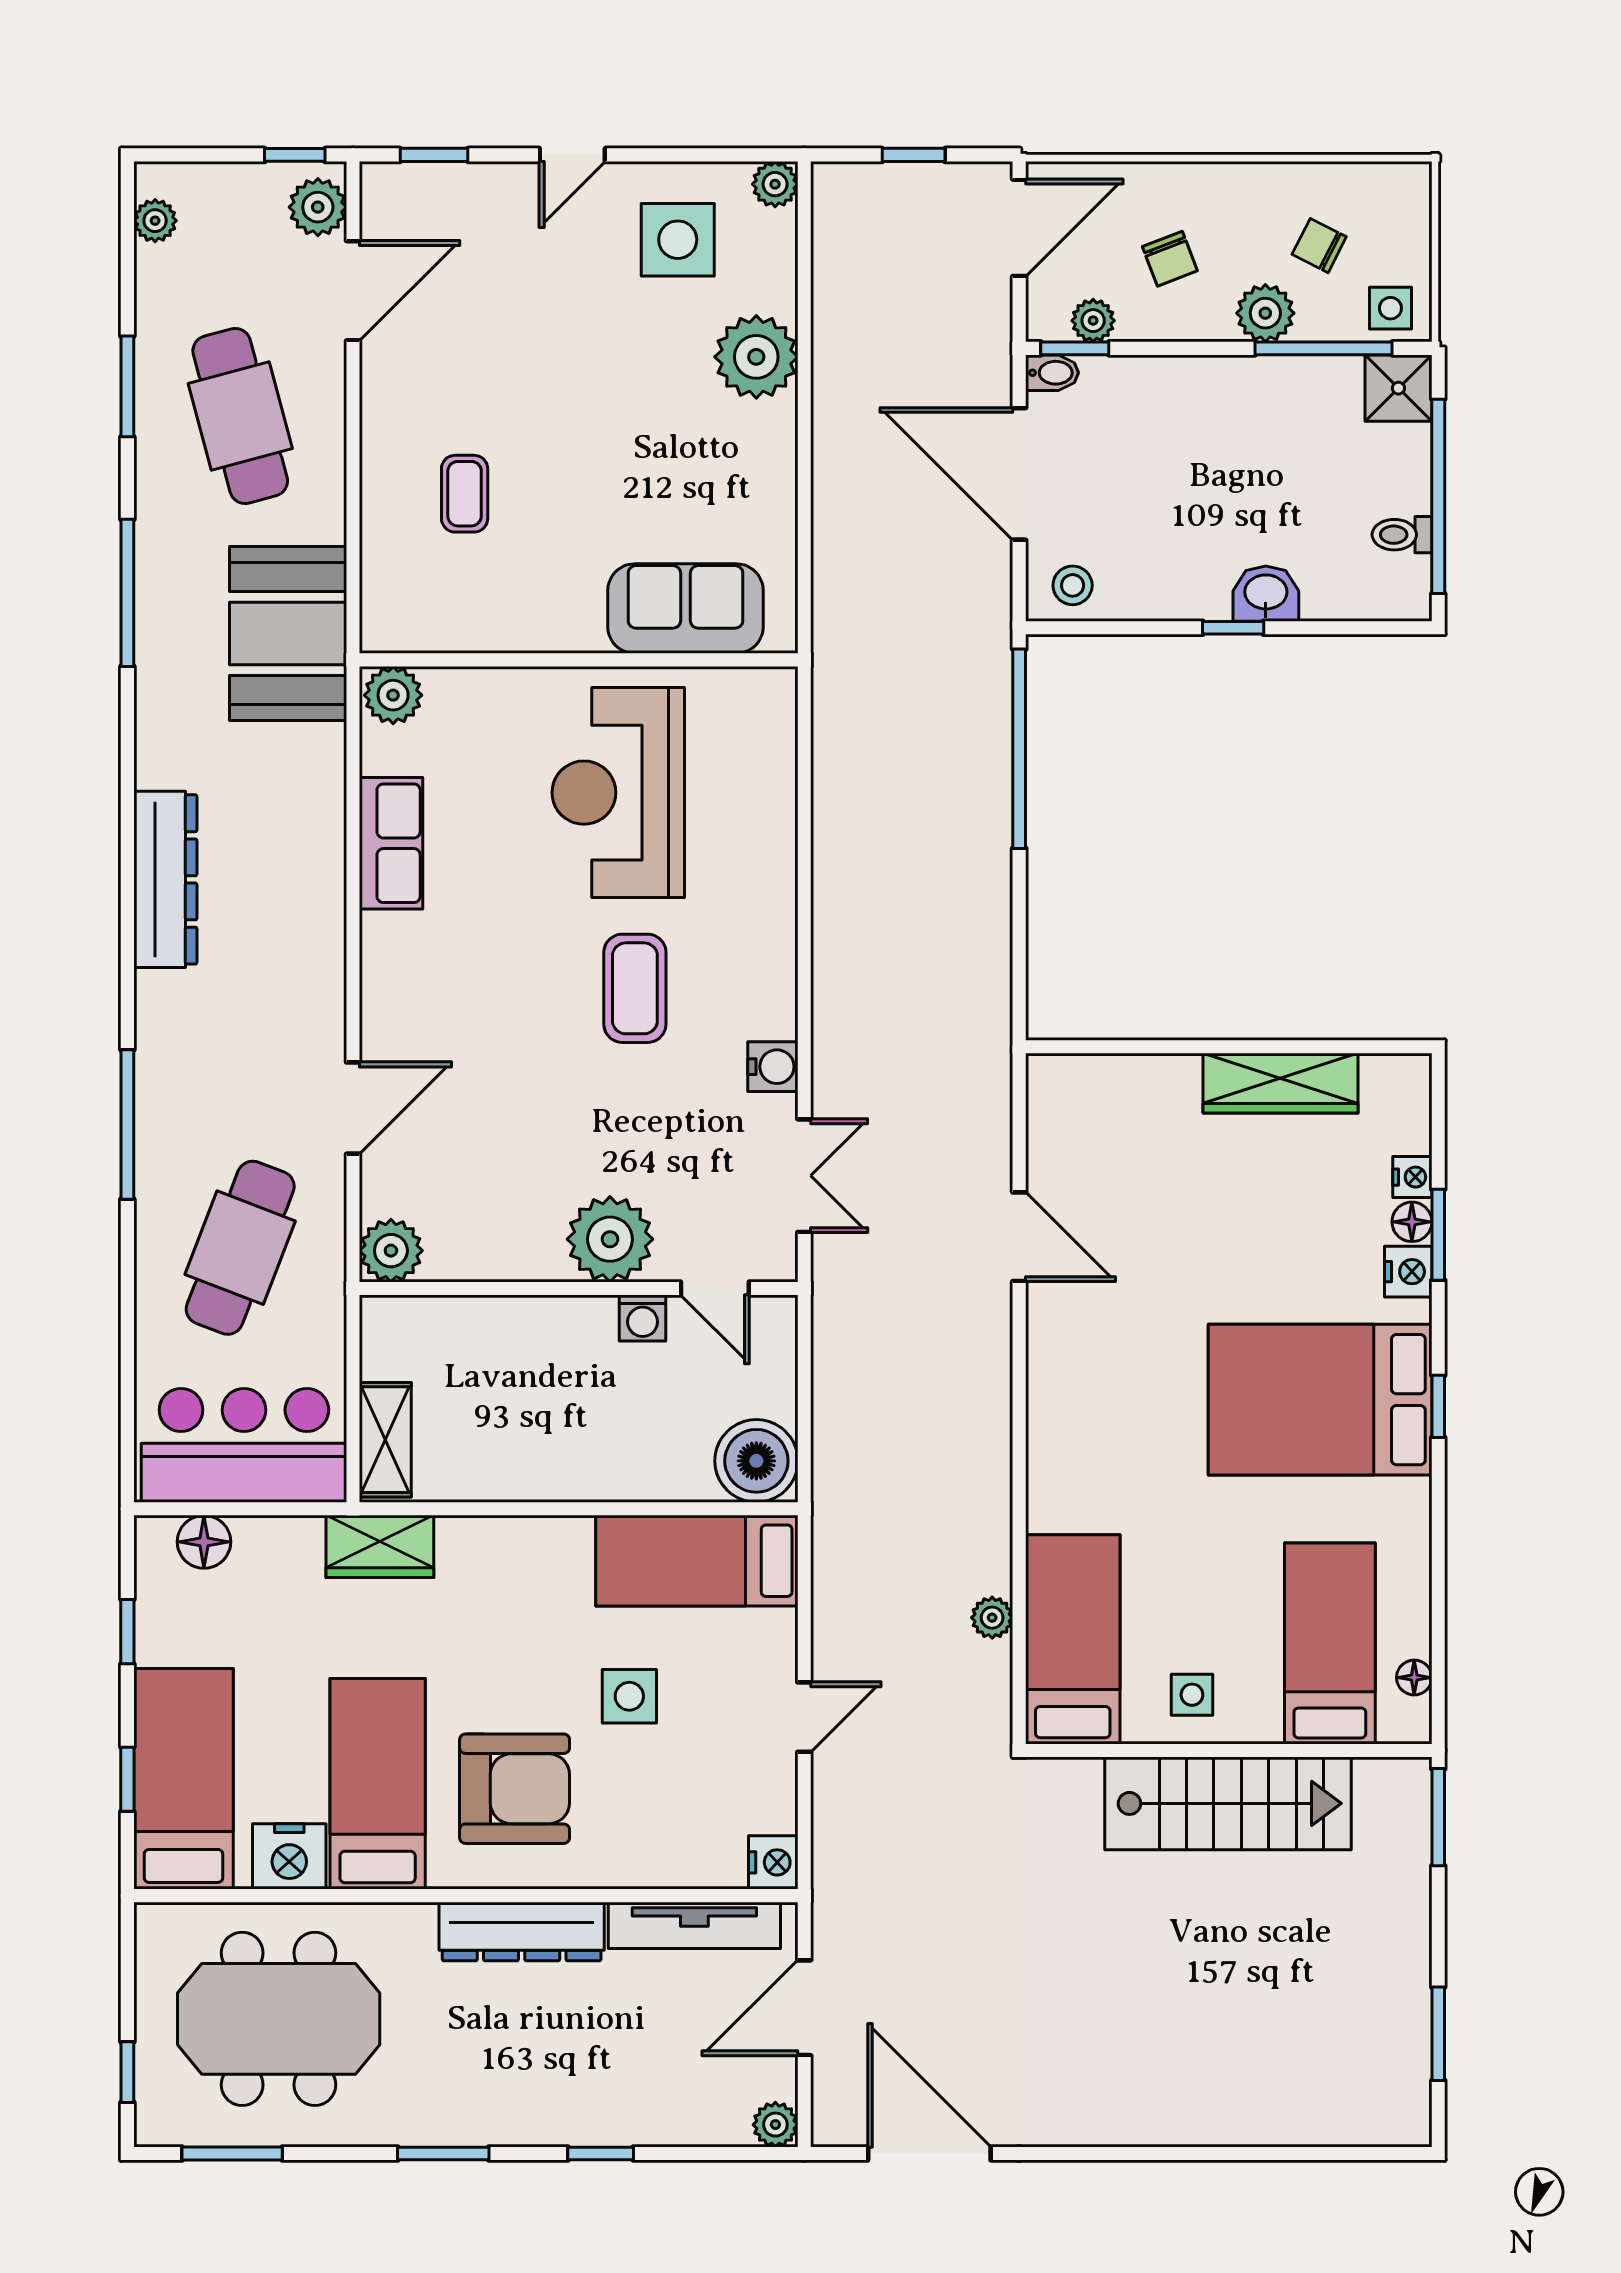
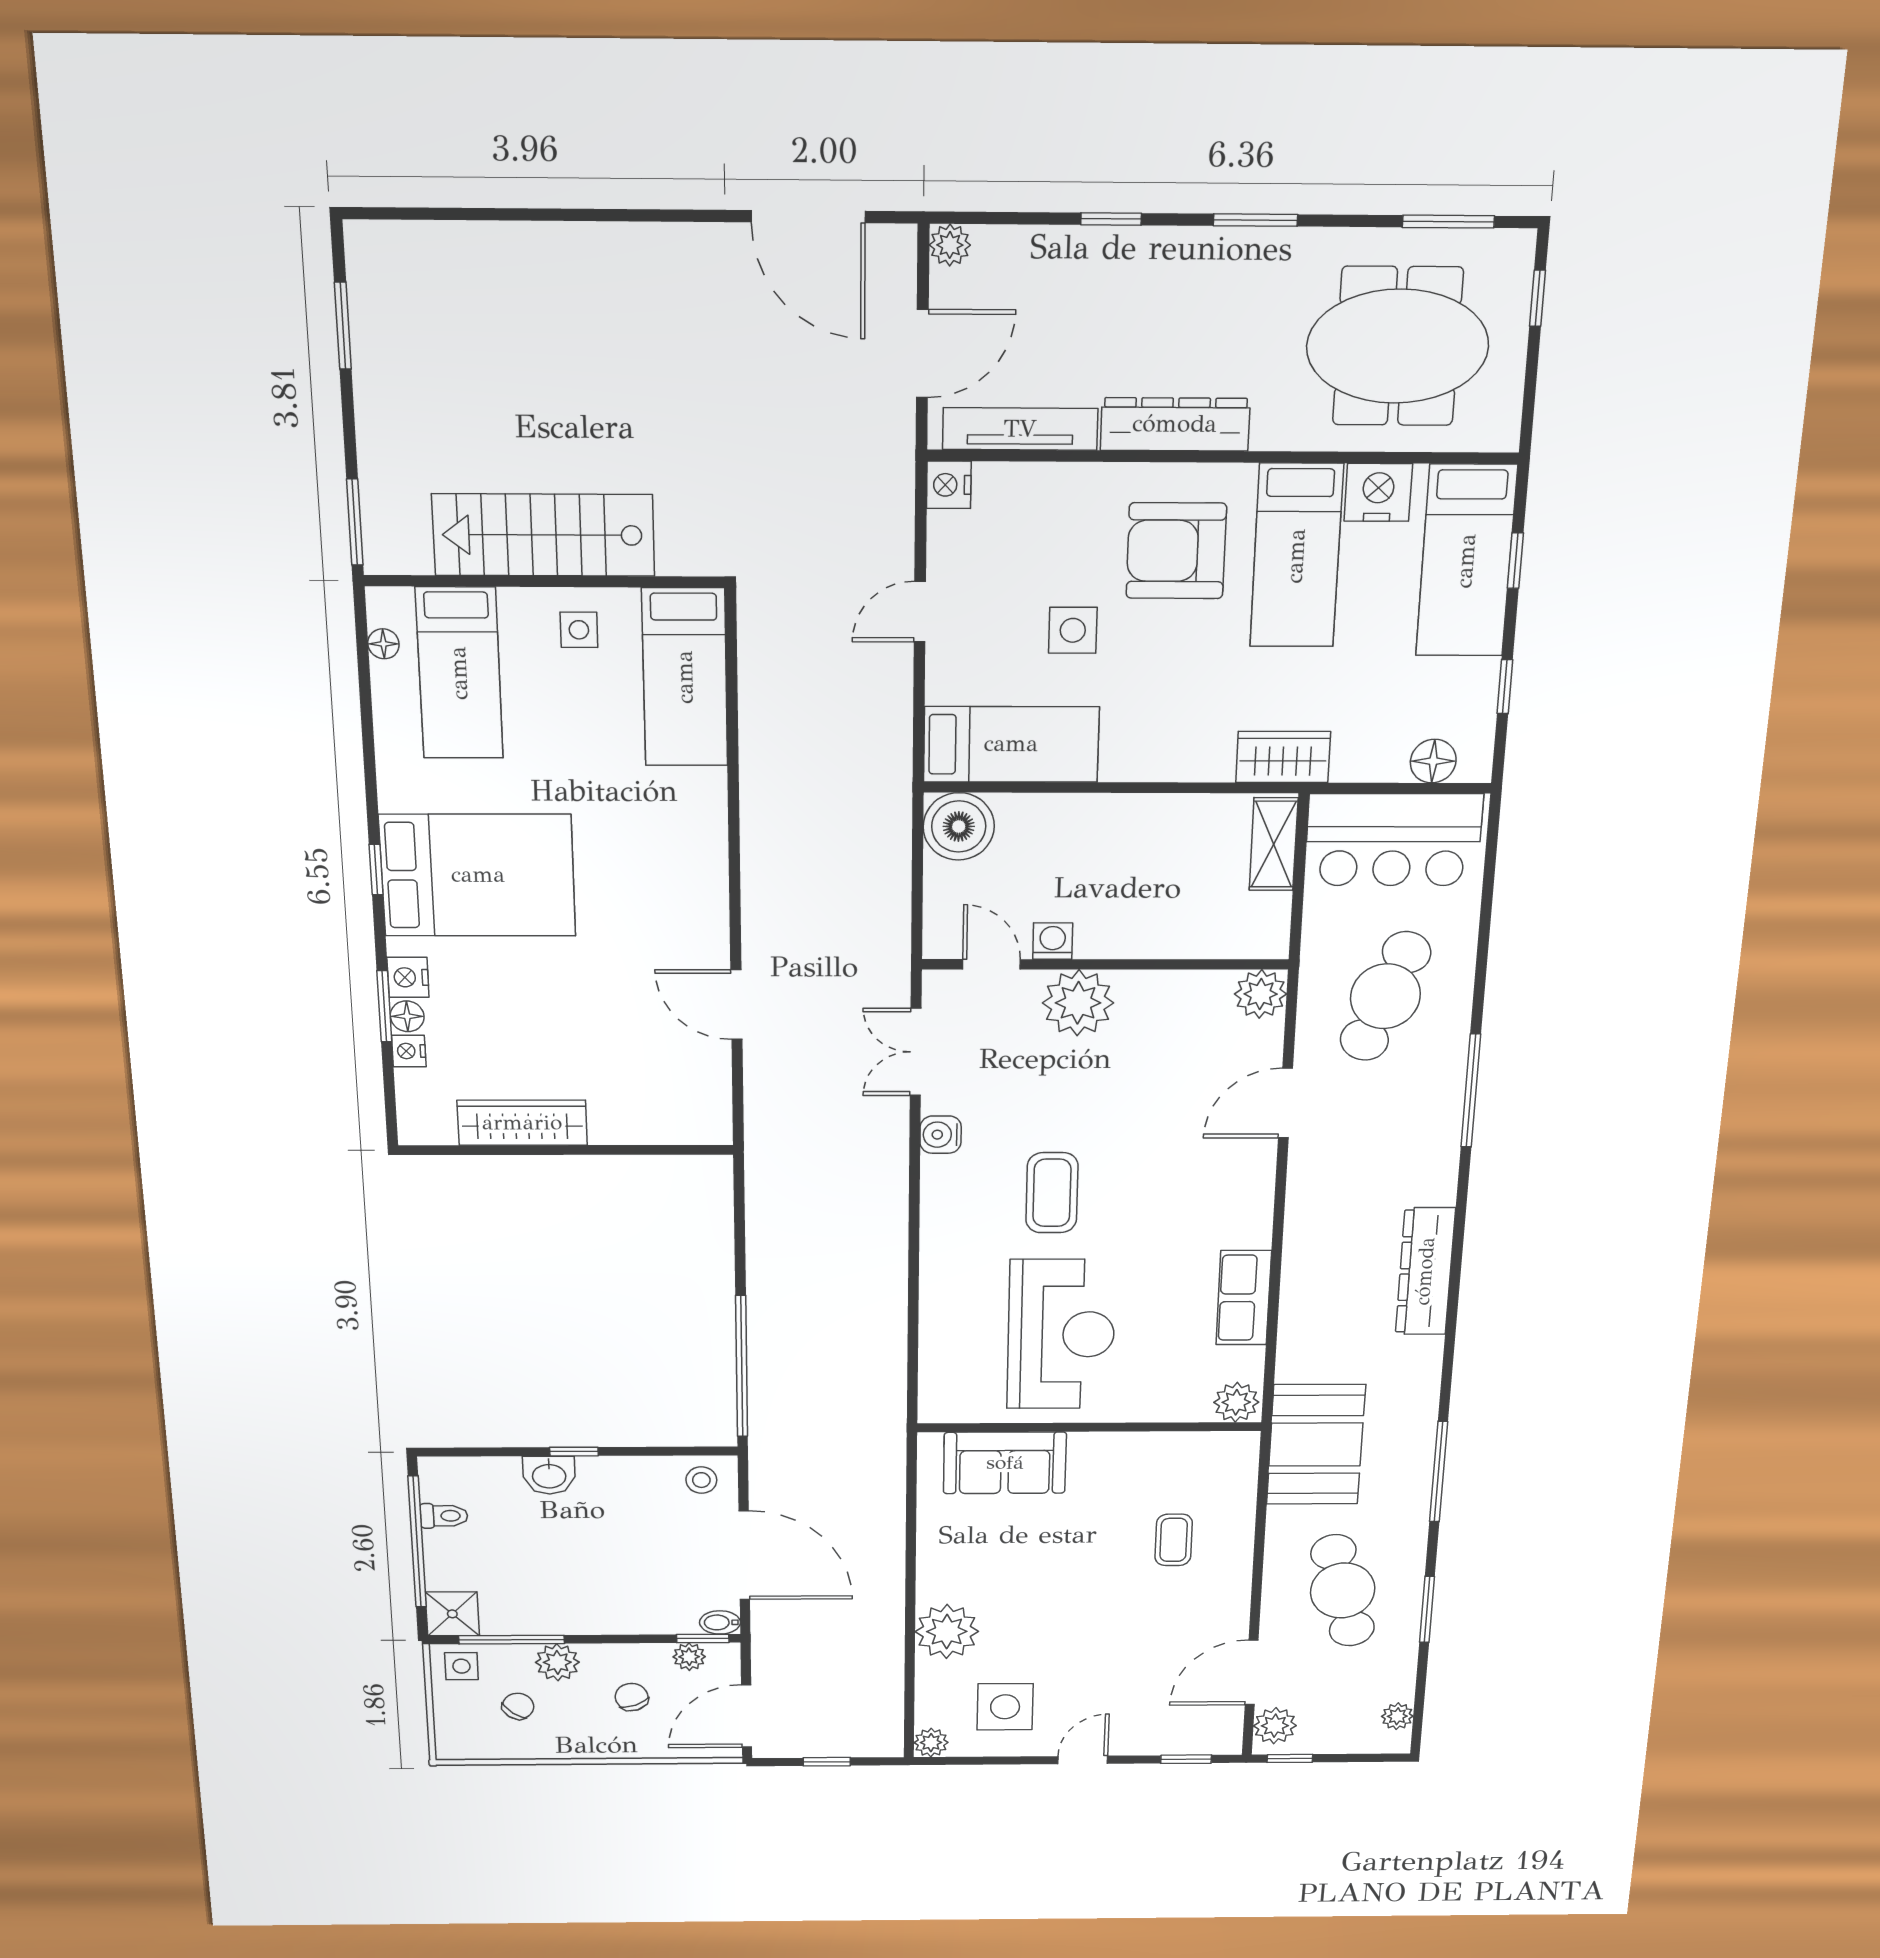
chair: (1319, 246) -> (518, 1706), turned -79
plant: (992, 1618) -> (756, 696), removed

